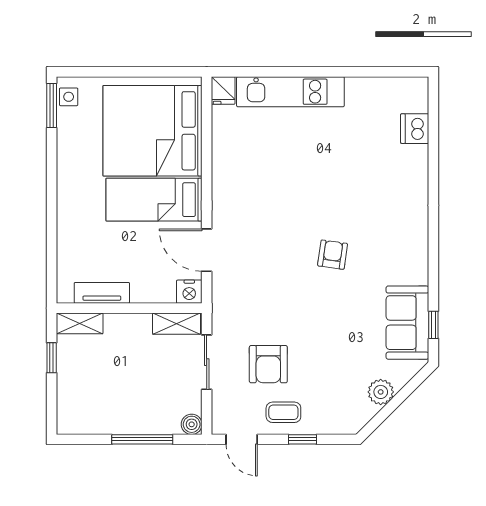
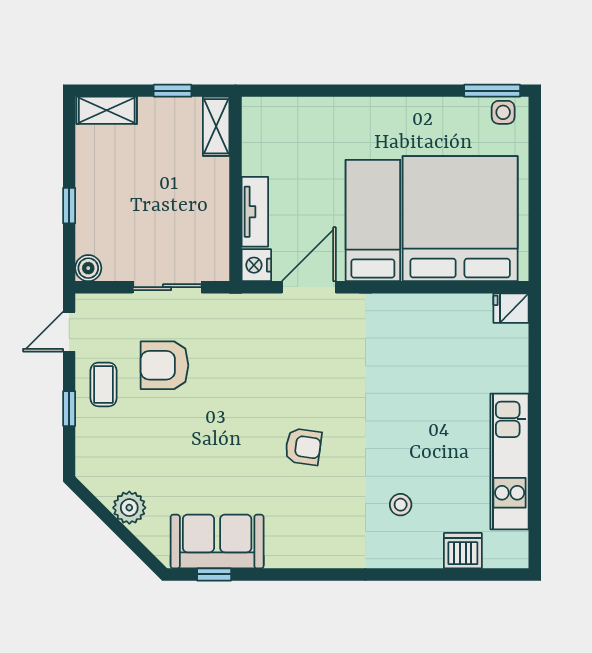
kitchen unit: (290, 92) -> (510, 462), moved
stool: (378, 178) -> (401, 505), added
tv unit: (102, 293) -> (255, 212), moved
shelving: (177, 324) -> (107, 110), moved, turned 90
window: (142, 439) -> (69, 206), width x0.46

